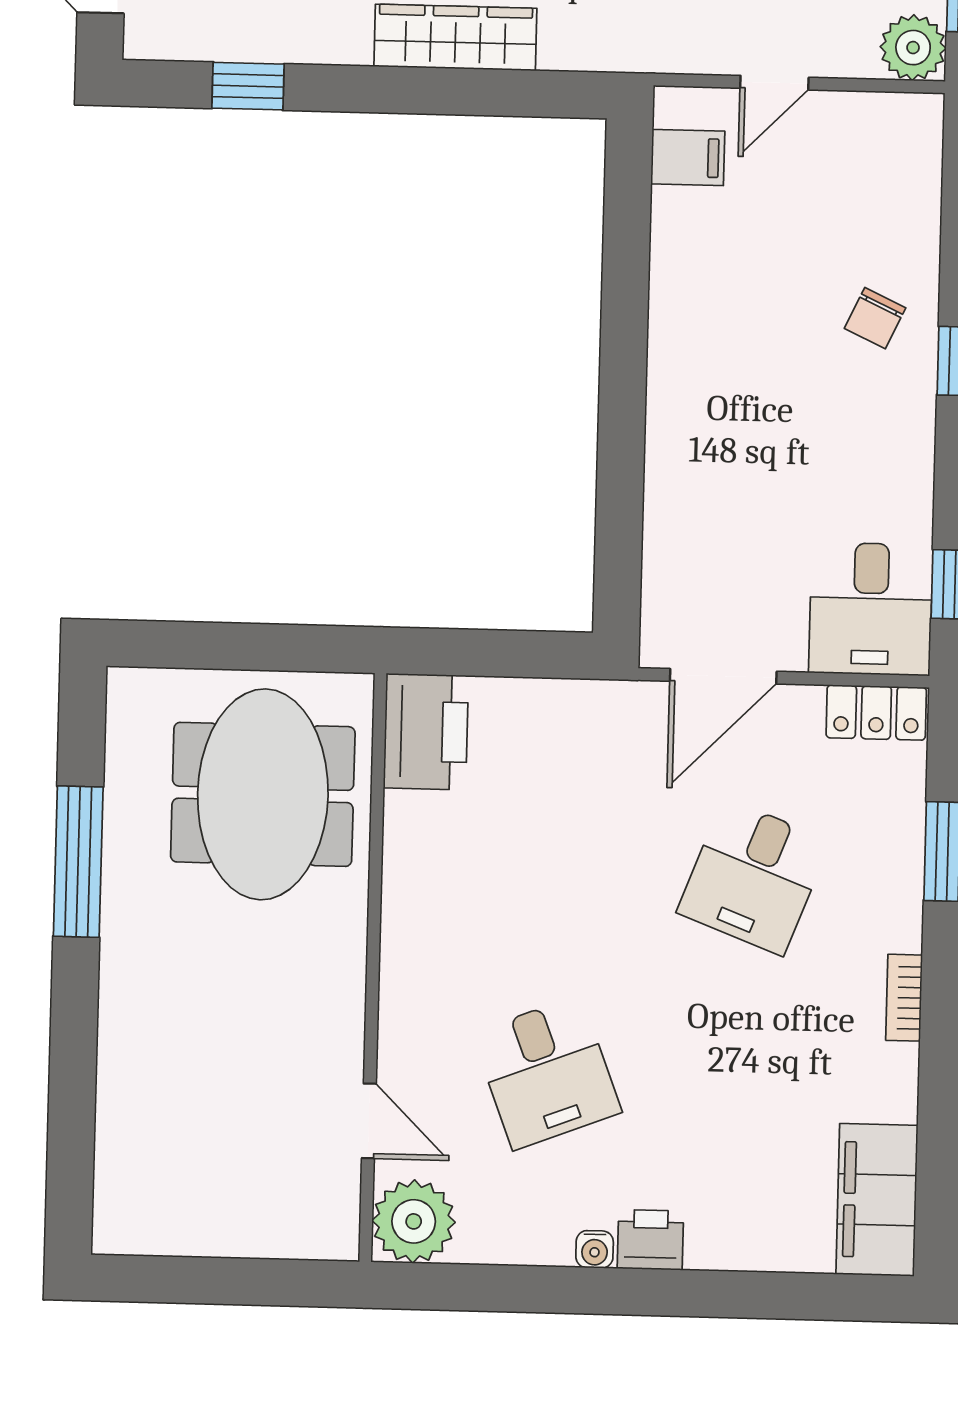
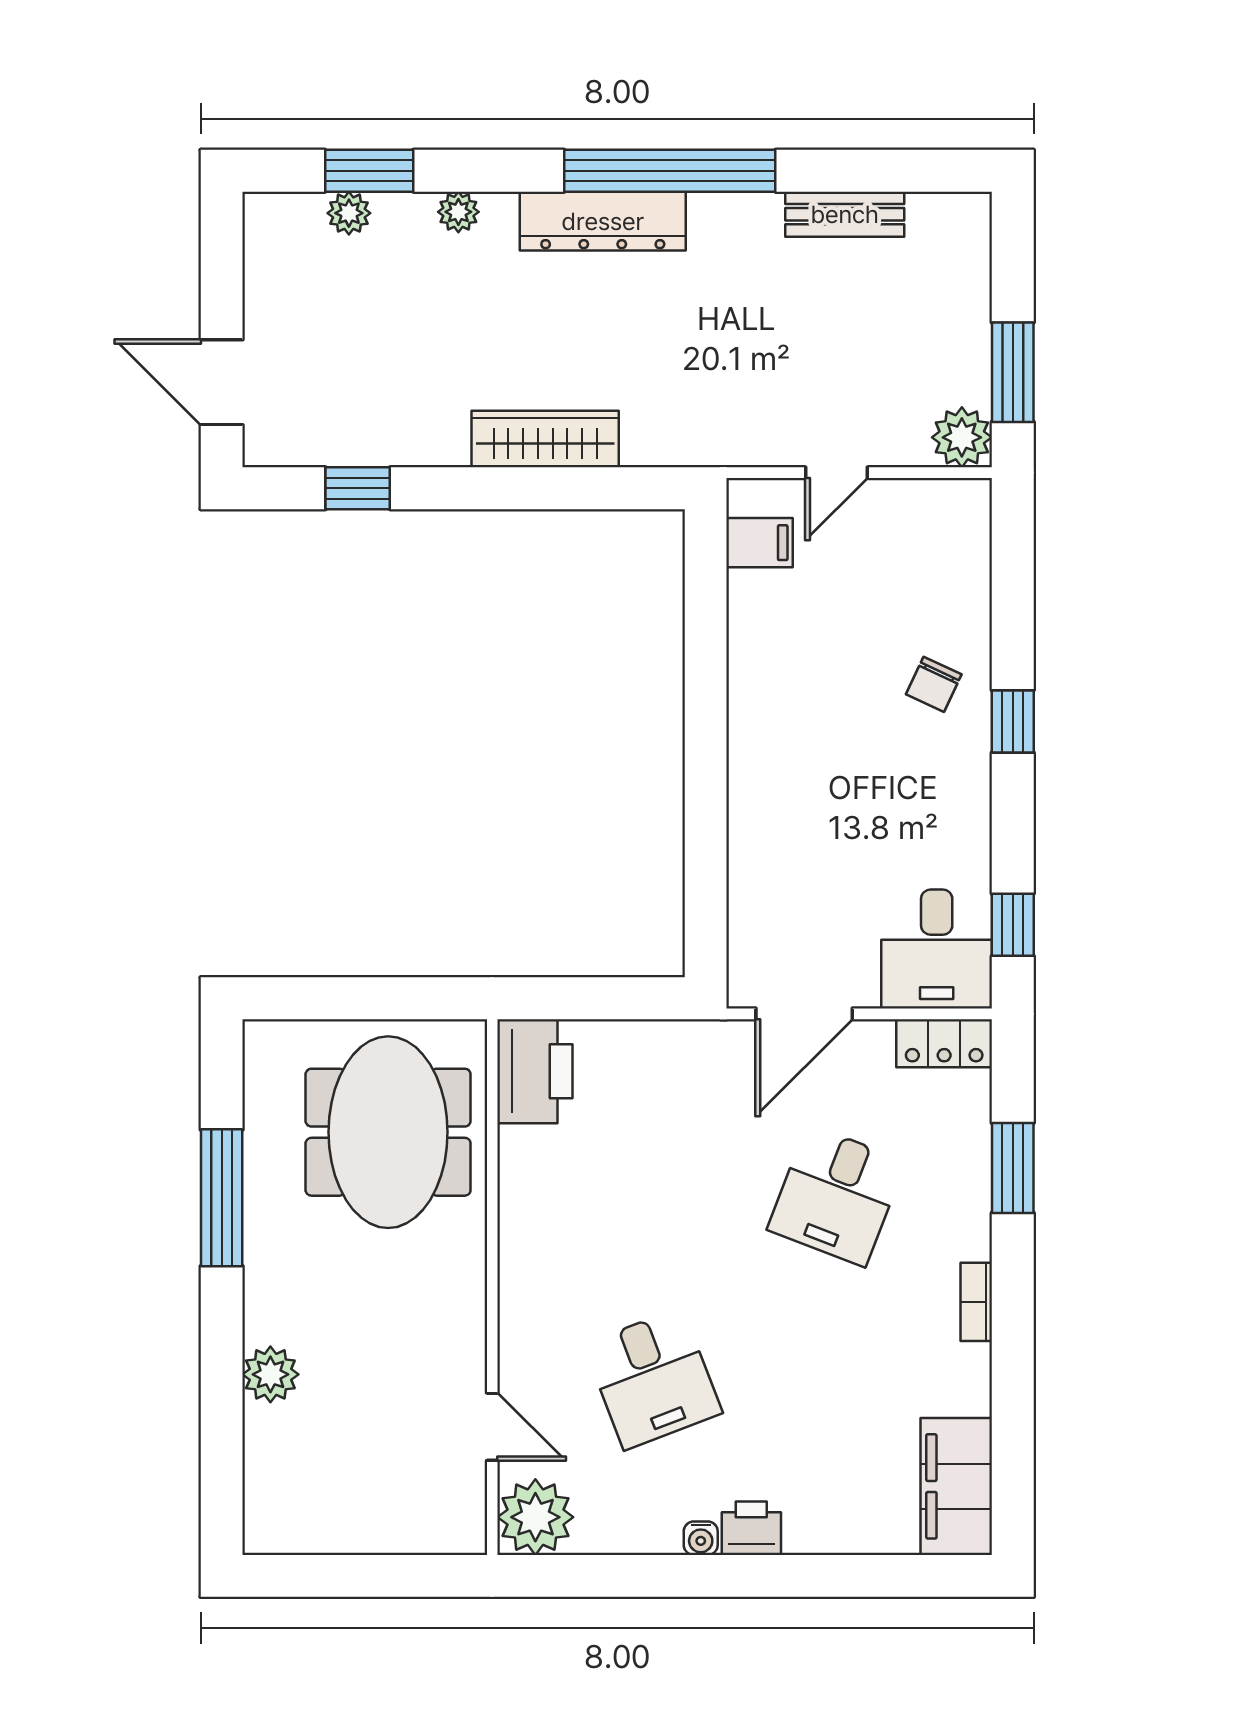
plant: (127, 1057) -> (270, 1374), added

